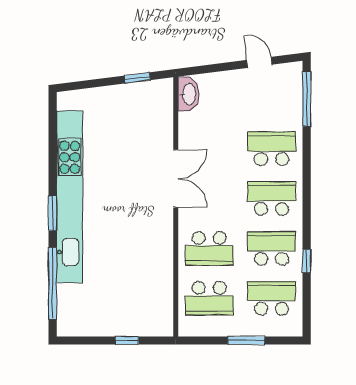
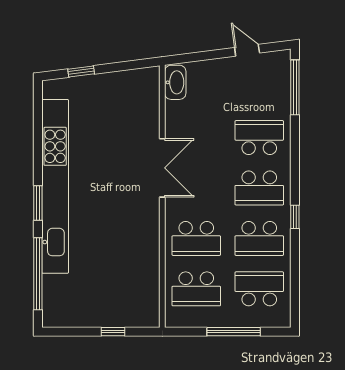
window: (137, 78) -> (81, 71), moved
school desk: (272, 199) -> (259, 188), turned 180
school desk: (272, 248) -> (259, 238), turned 180
window: (307, 261) -> (295, 217), moved
window: (246, 340) -> (234, 332), width x1.44

